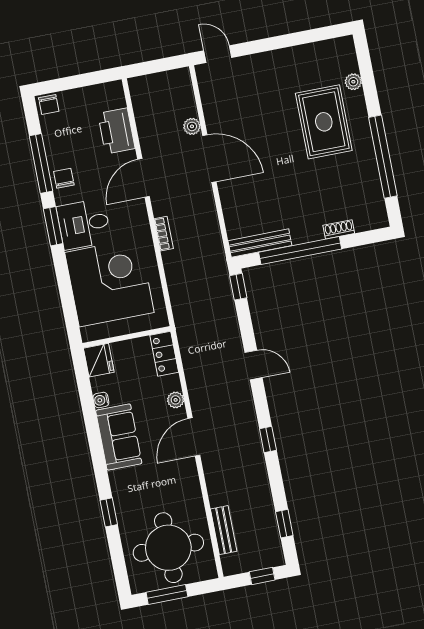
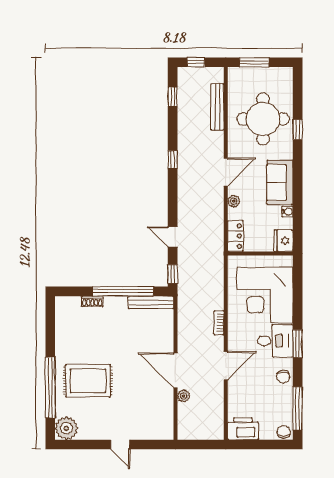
door: (218, 54) -> (120, 445), moved
plant: (353, 82) -> (66, 428), moved, width x1.87, depth x1.87
rug: (324, 122) -> (88, 381), turned 90
printer: (116, 131) -> (243, 429), moved, turned -90
window: (383, 157) -> (50, 388), moved
window: (41, 163) -> (298, 408), moved
door: (253, 365) -> (173, 237), moved
bench: (224, 530) -> (217, 107), width x1.36
round table: (168, 548) -> (263, 119), moved
window: (167, 594) -> (254, 62), moved

